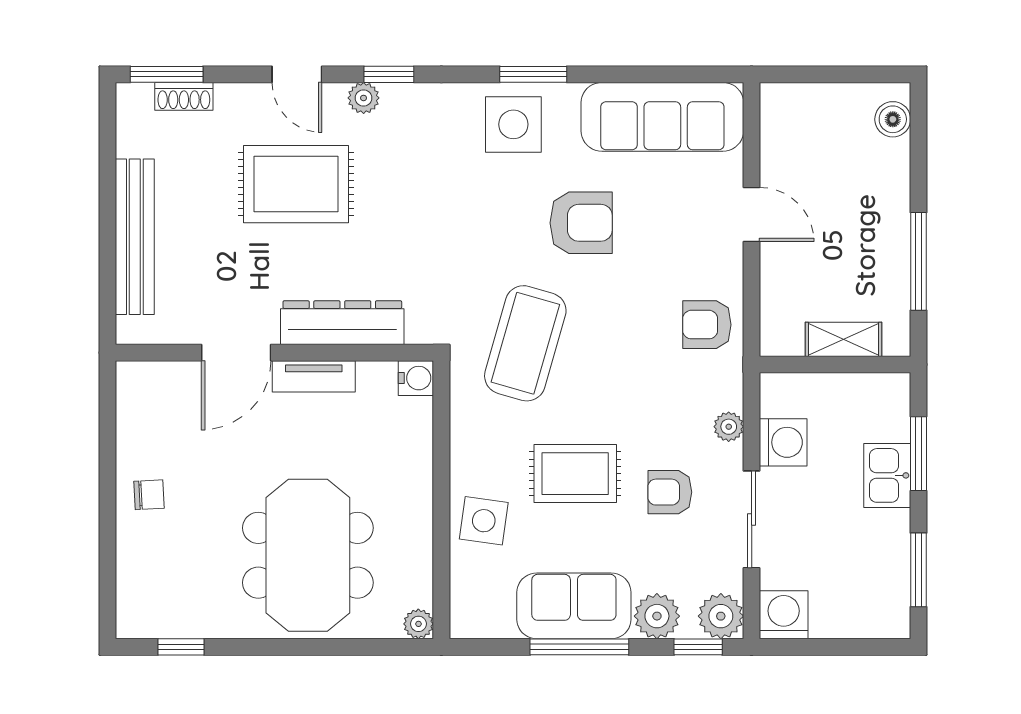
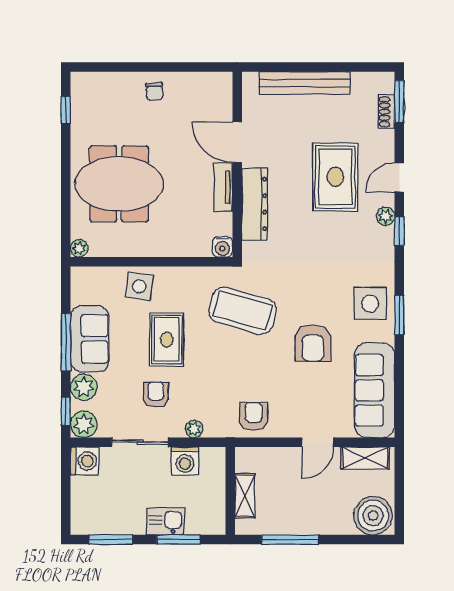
boiler: (893, 119) -> (373, 516), width x1.86, depth x1.86
shelving: (778, 133) -> (365, 458), added

